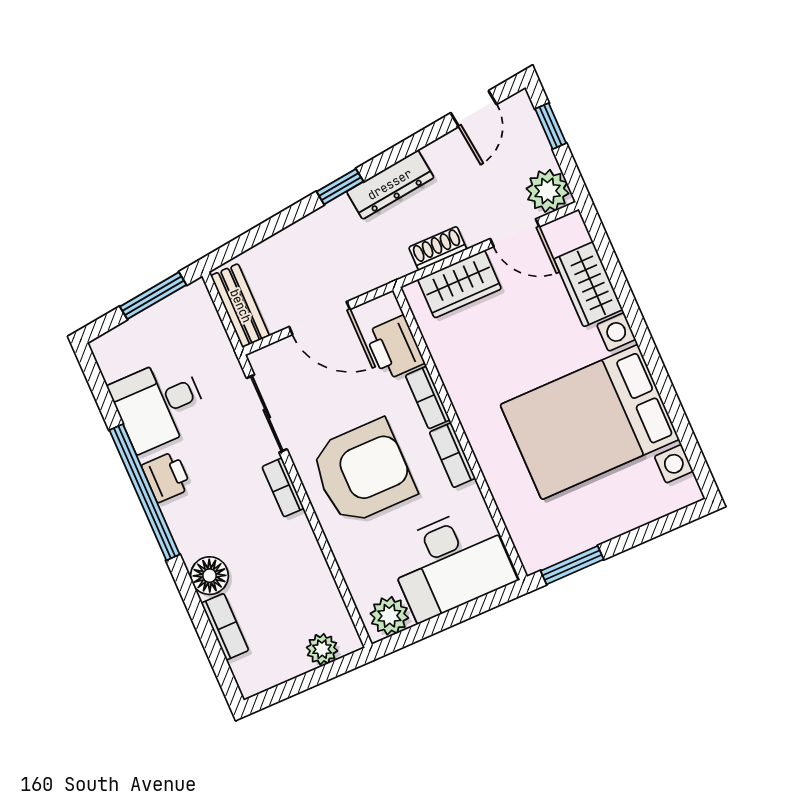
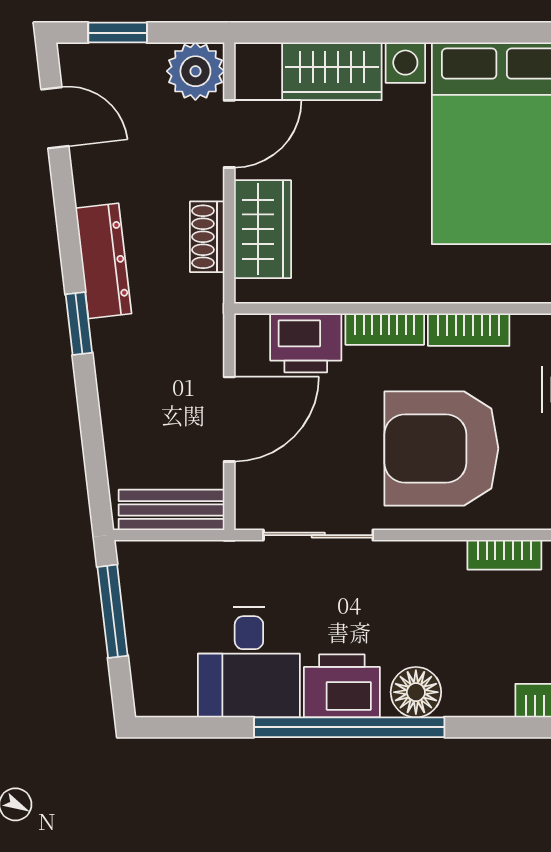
armchair: (363, 472) -> (441, 448), turned -90
printer: (166, 477) -> (342, 686), width x1.36, depth x1.24
bookcase: (283, 487) -> (504, 555), moved
floor lamp: (209, 576) -> (416, 692), moved

